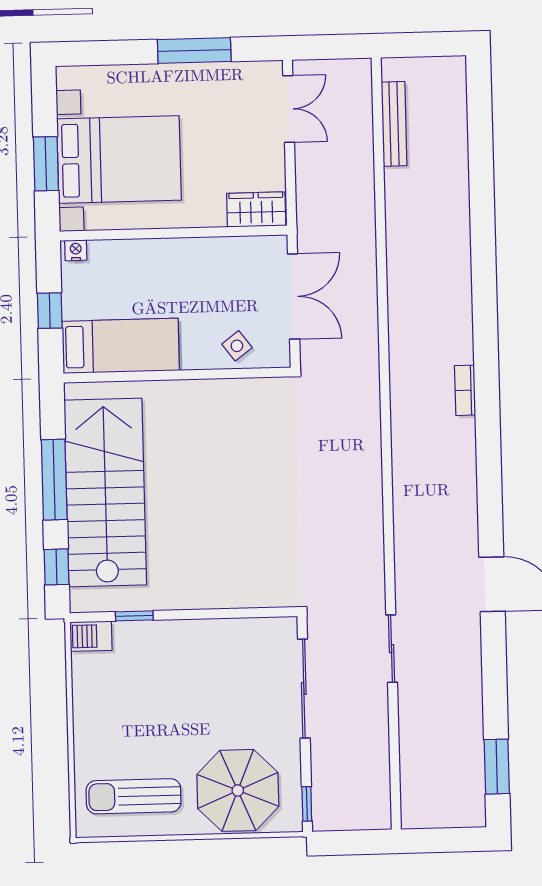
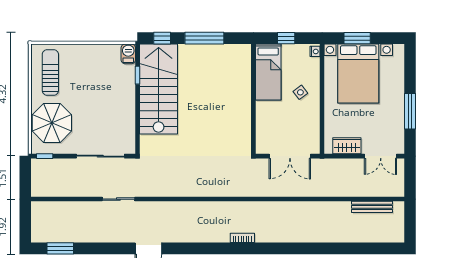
wardrobe: (256, 209) -> (347, 146), moved, turned -90
side table: (237, 346) -> (300, 92), moved
stairs: (105, 493) -> (159, 89), moved, turned -90

